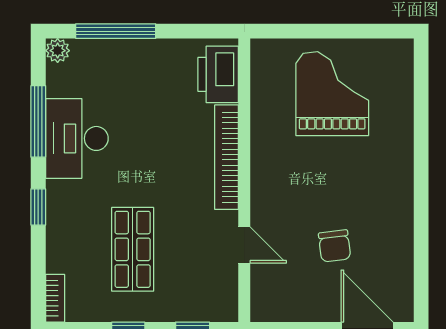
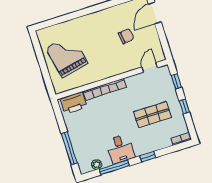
plant: (58, 51) -> (97, 165), moved
grand piano: (332, 94) -> (67, 56), turned 78
desk: (77, 138) -> (120, 149), width x0.73
door: (244, 245) -> (150, 67), moved

